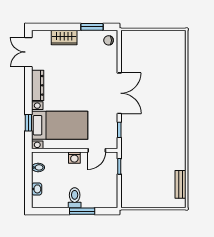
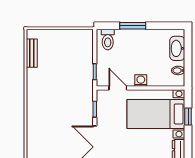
door: (97, 150) -> (118, 88), hinge flipped
washbasin: (37, 189) -> (177, 48), width x1.91, depth x1.45
toilet: (75, 198) -> (108, 39), moved

